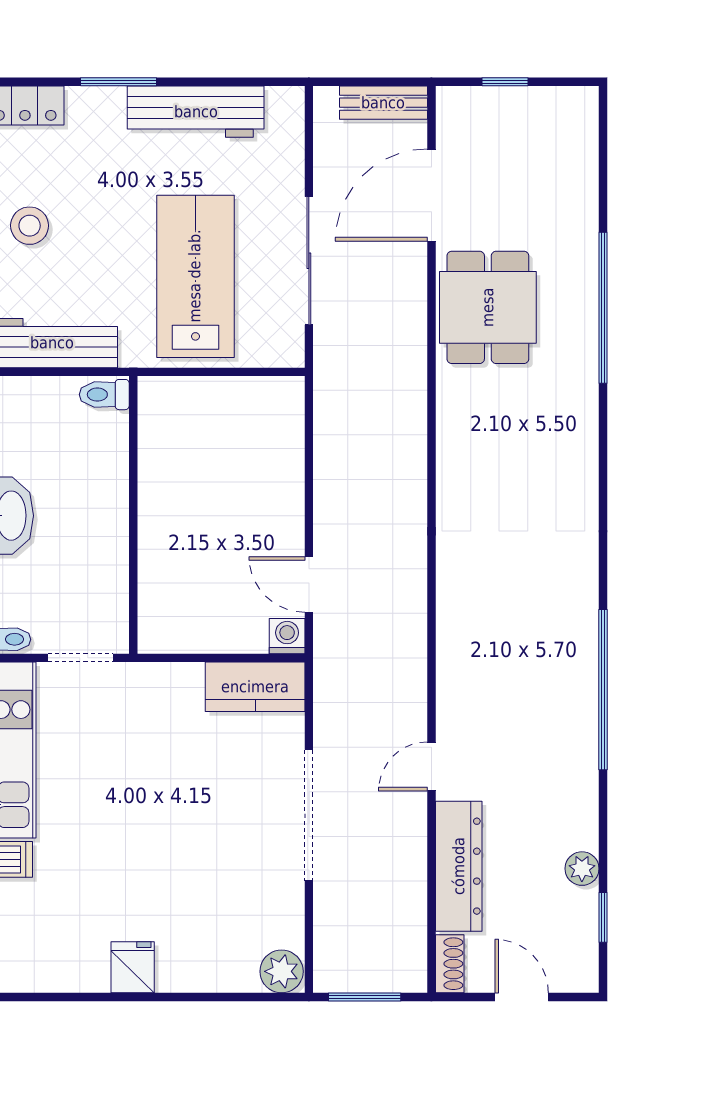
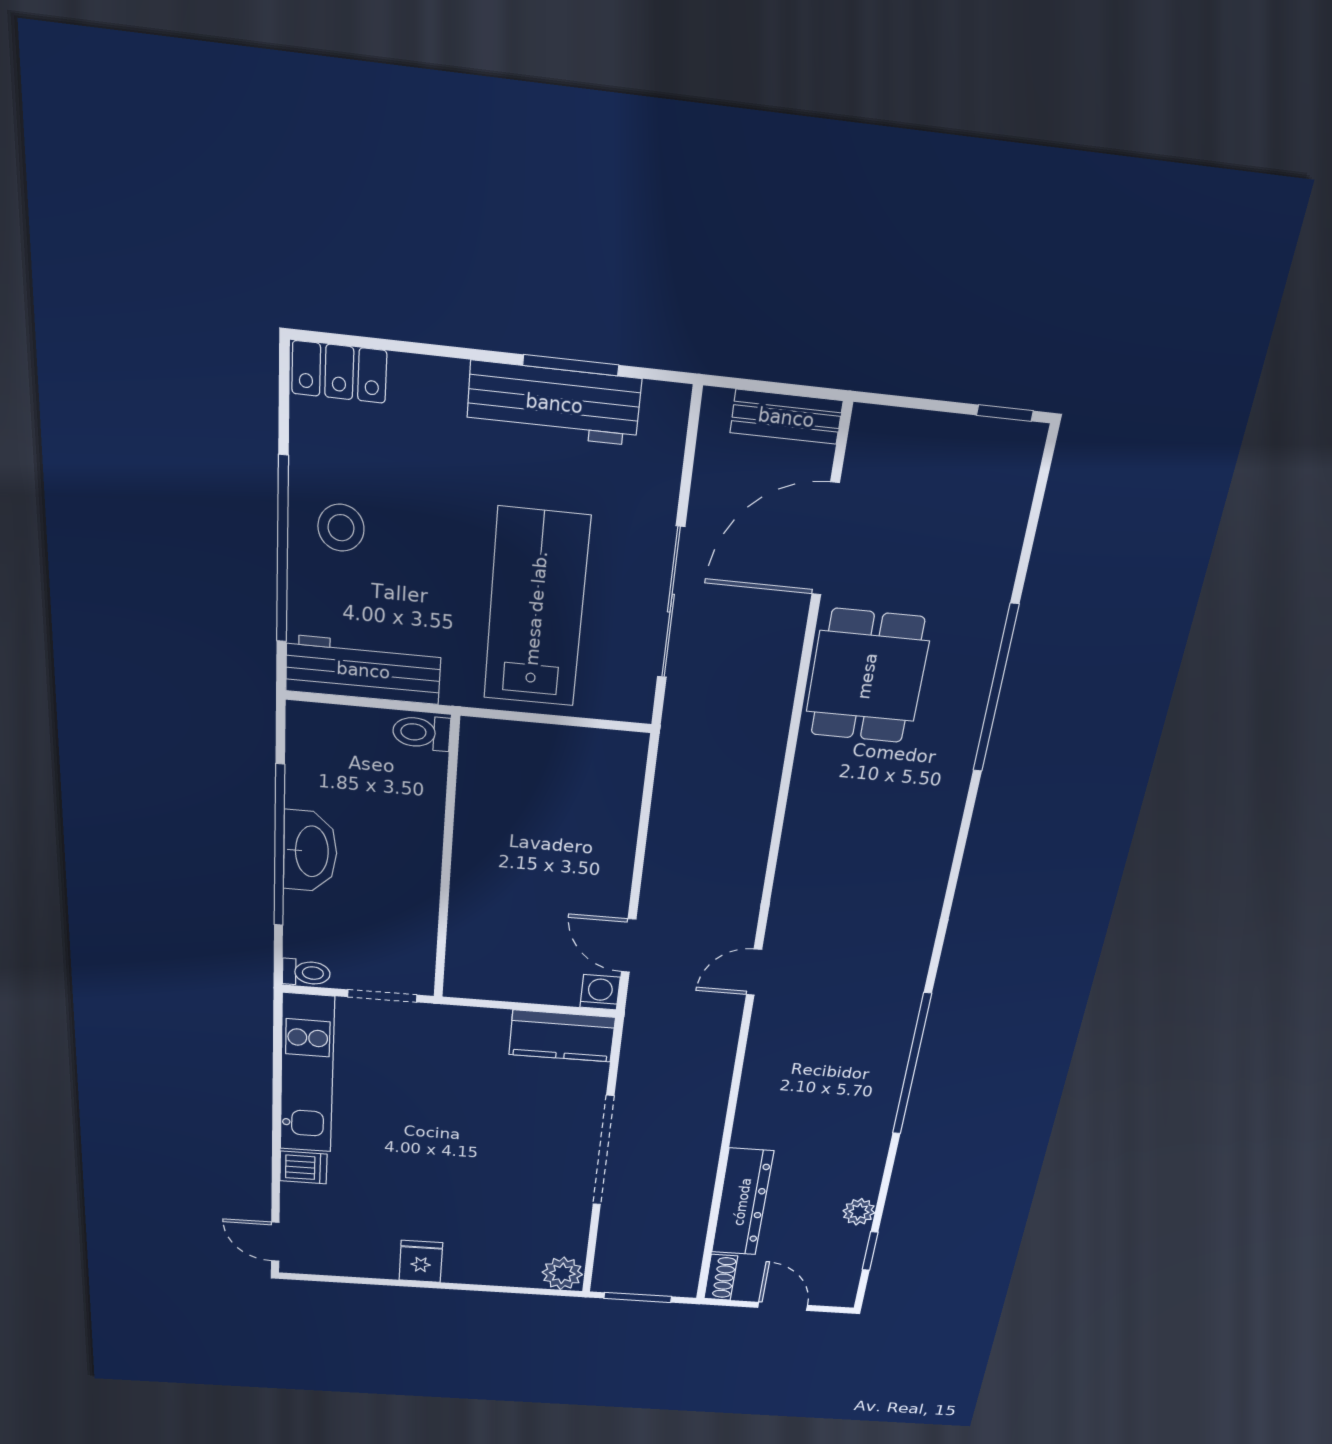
window: (119, 82) -> (571, 365), moved
window: (505, 82) -> (1005, 413), moved
door: (431, 767) -> (754, 972), moved

